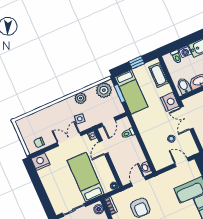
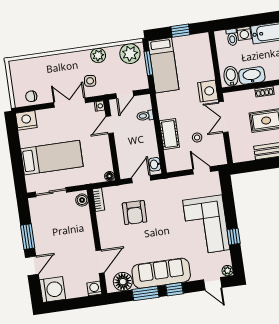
cot: (159, 75) -> (169, 134), moved
bed: (86, 177) -> (52, 158), moved, turned 90

